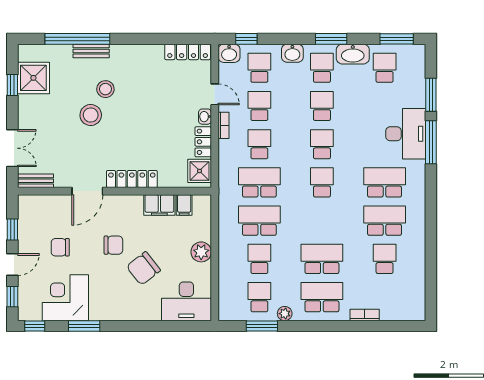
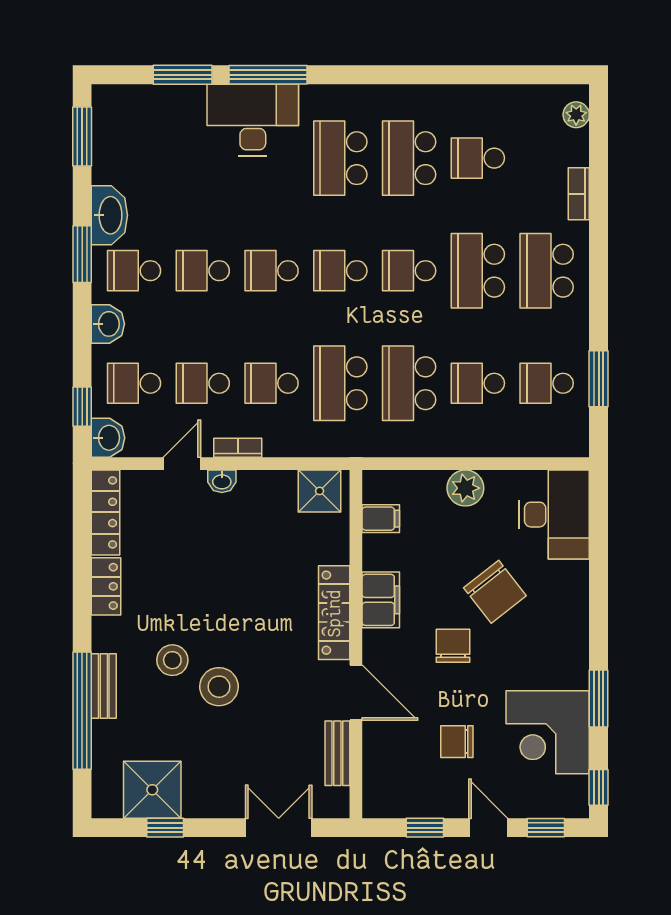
school desk: (385, 68) -> (409, 271), moved
locker: (203, 142) -> (106, 586), moved, turned -90
bench: (35, 181) -> (337, 753), moved
filing cabinet: (159, 205) -> (381, 600), moved
chair: (60, 247) -> (457, 742), turned 90
plant: (285, 314) -> (576, 115), moved

